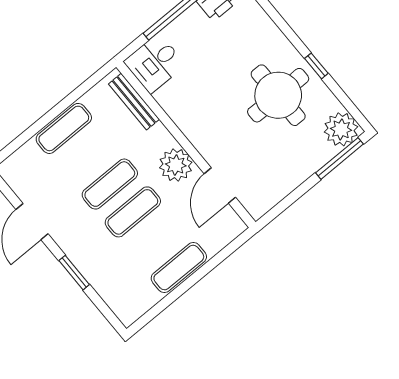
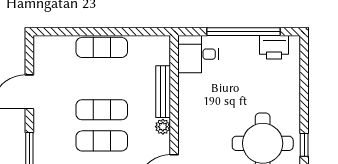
bench: (134, 102) -> (163, 92), moved
plant: (176, 165) -> (163, 127), width x0.53, depth x0.53

